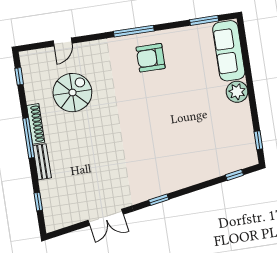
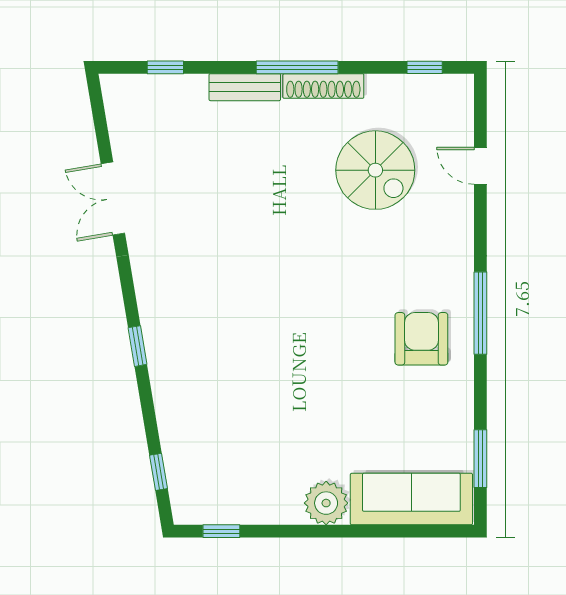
window: (159, 200) -> (138, 346), moved

